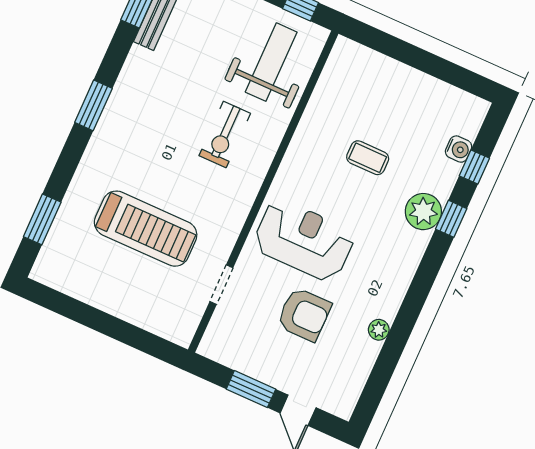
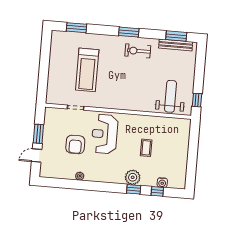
weight bench: (271, 62) -> (171, 96), turned -90
exercise bike: (225, 134) -> (138, 51), moved
reception desk: (304, 240) -> (105, 134), turned 180

